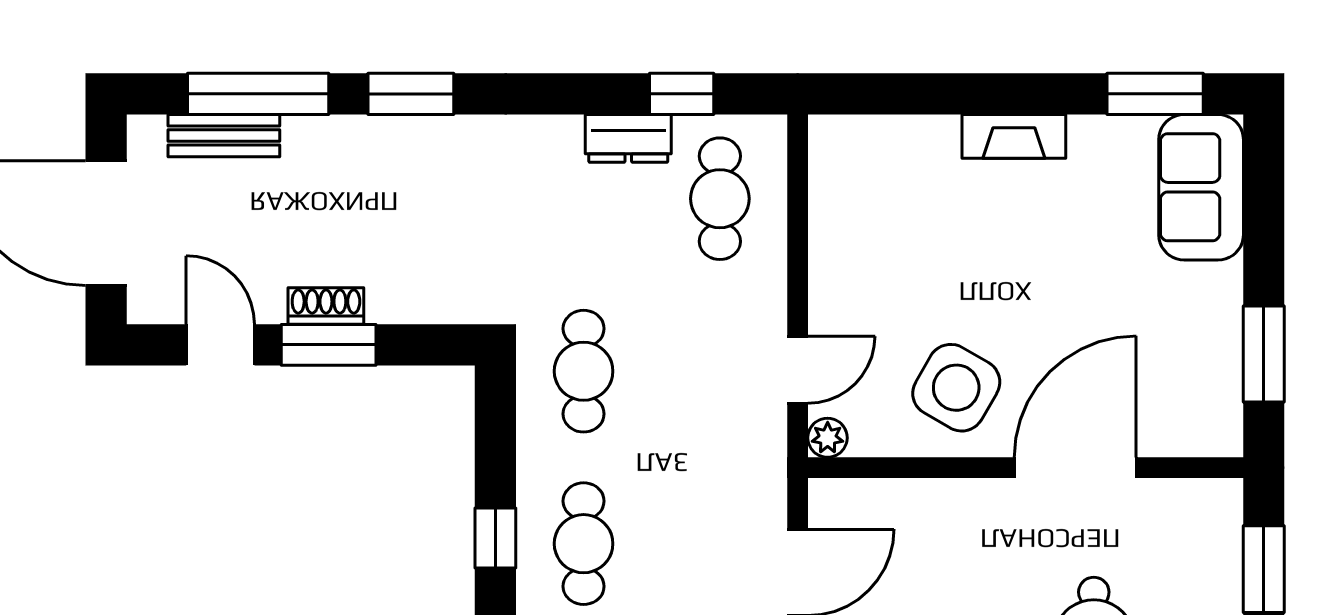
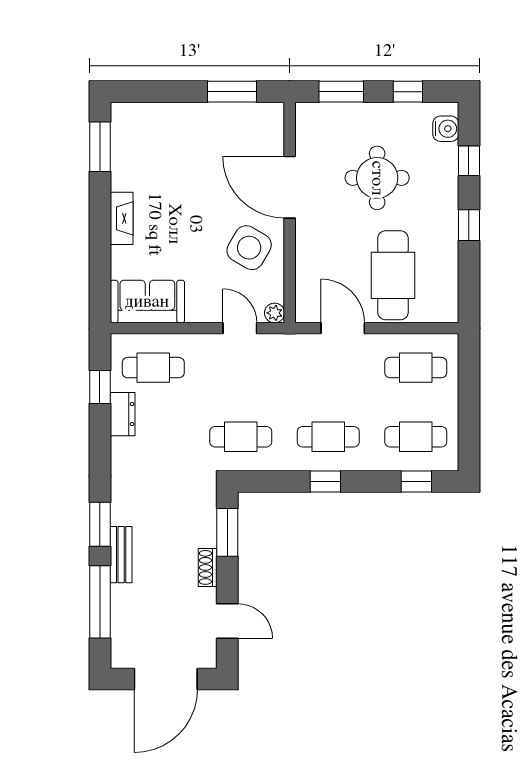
bench: (224, 136) -> (121, 555), moved
sofa: (1201, 187) -> (147, 302), moved, turned 180
door: (220, 345) -> (227, 621), swing flipped
window: (329, 345) -> (227, 532), moved

